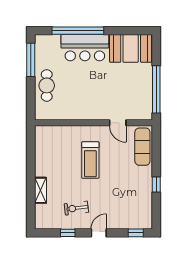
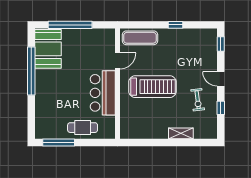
window: (78, 31) -> (31, 71), moved
bar counter: (85, 48) -> (103, 93), moved, turned 180
window: (156, 89) -> (70, 25), moved
treadmill: (90, 160) -> (153, 87), width x1.37, depth x1.38

